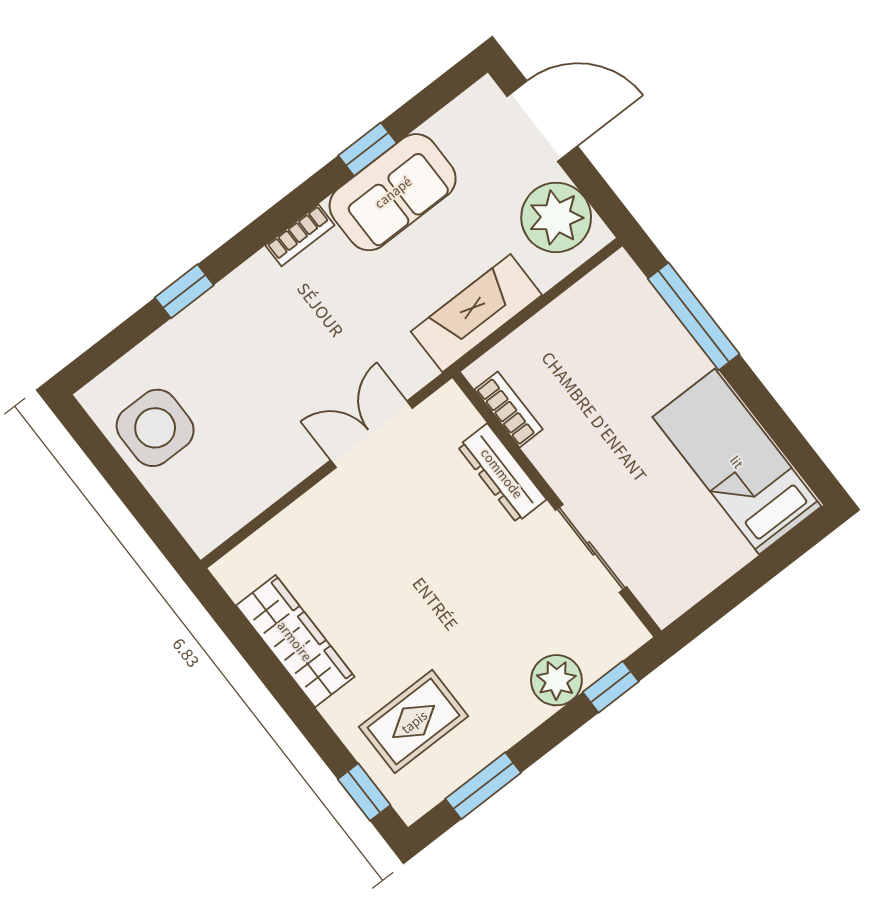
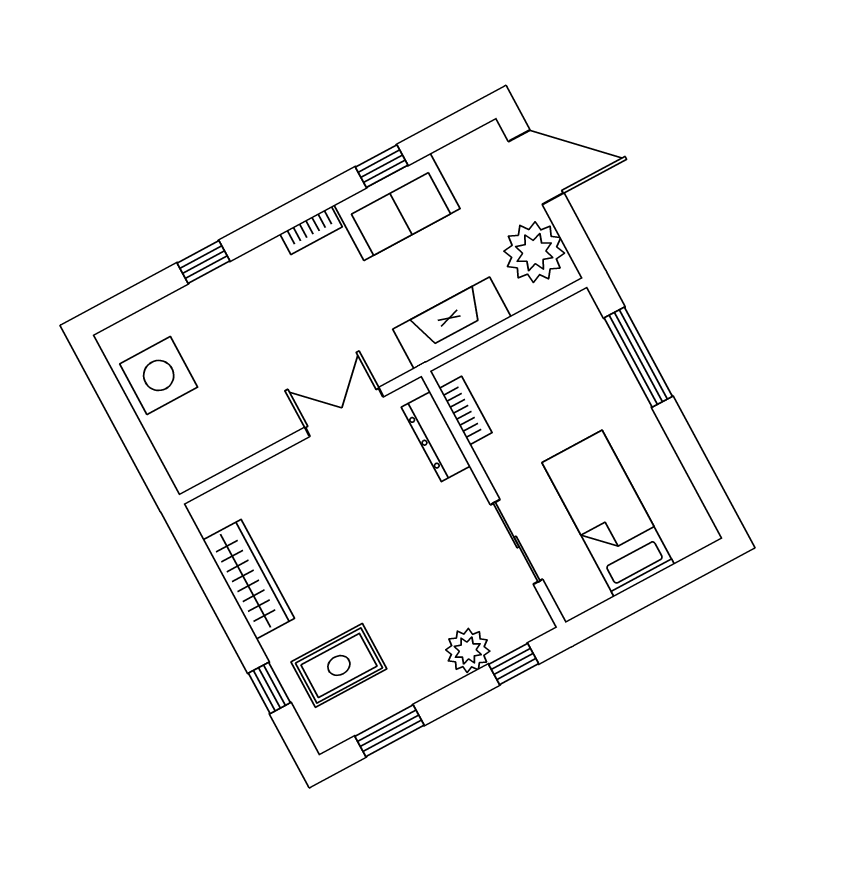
bed: (737, 462) -> (608, 513), moved
dresser: (502, 473) -> (436, 437), moved
window: (364, 792) -> (269, 688), moved

